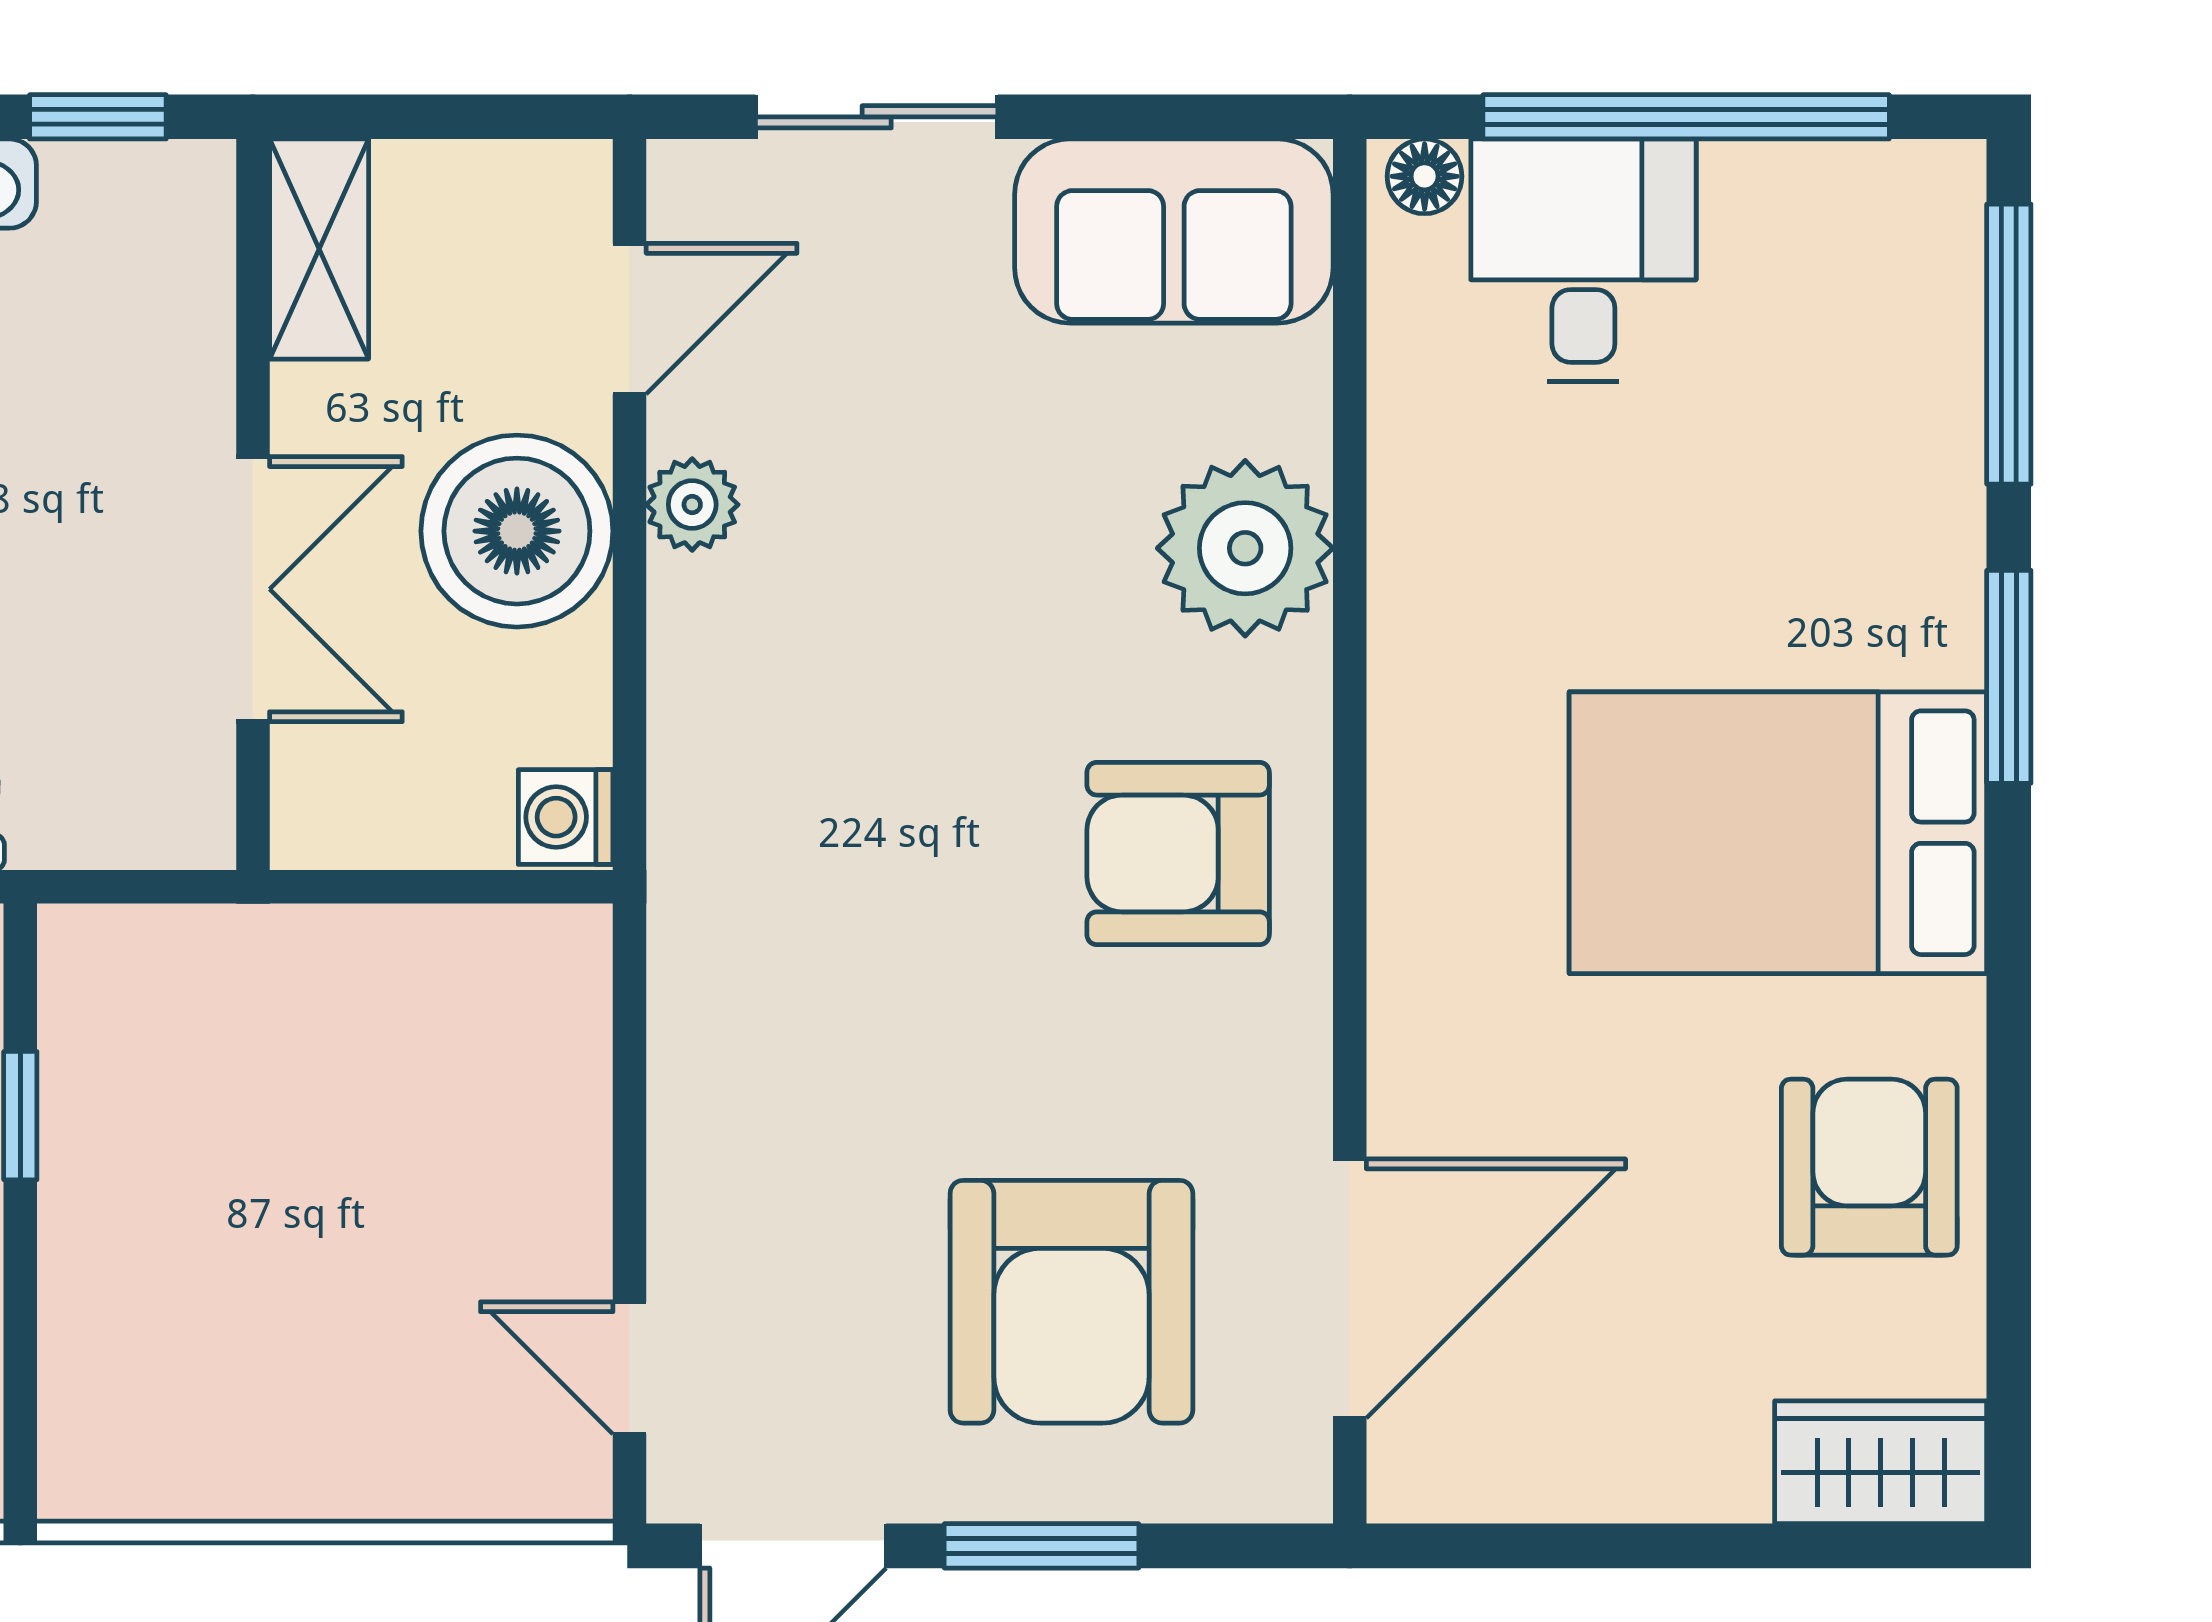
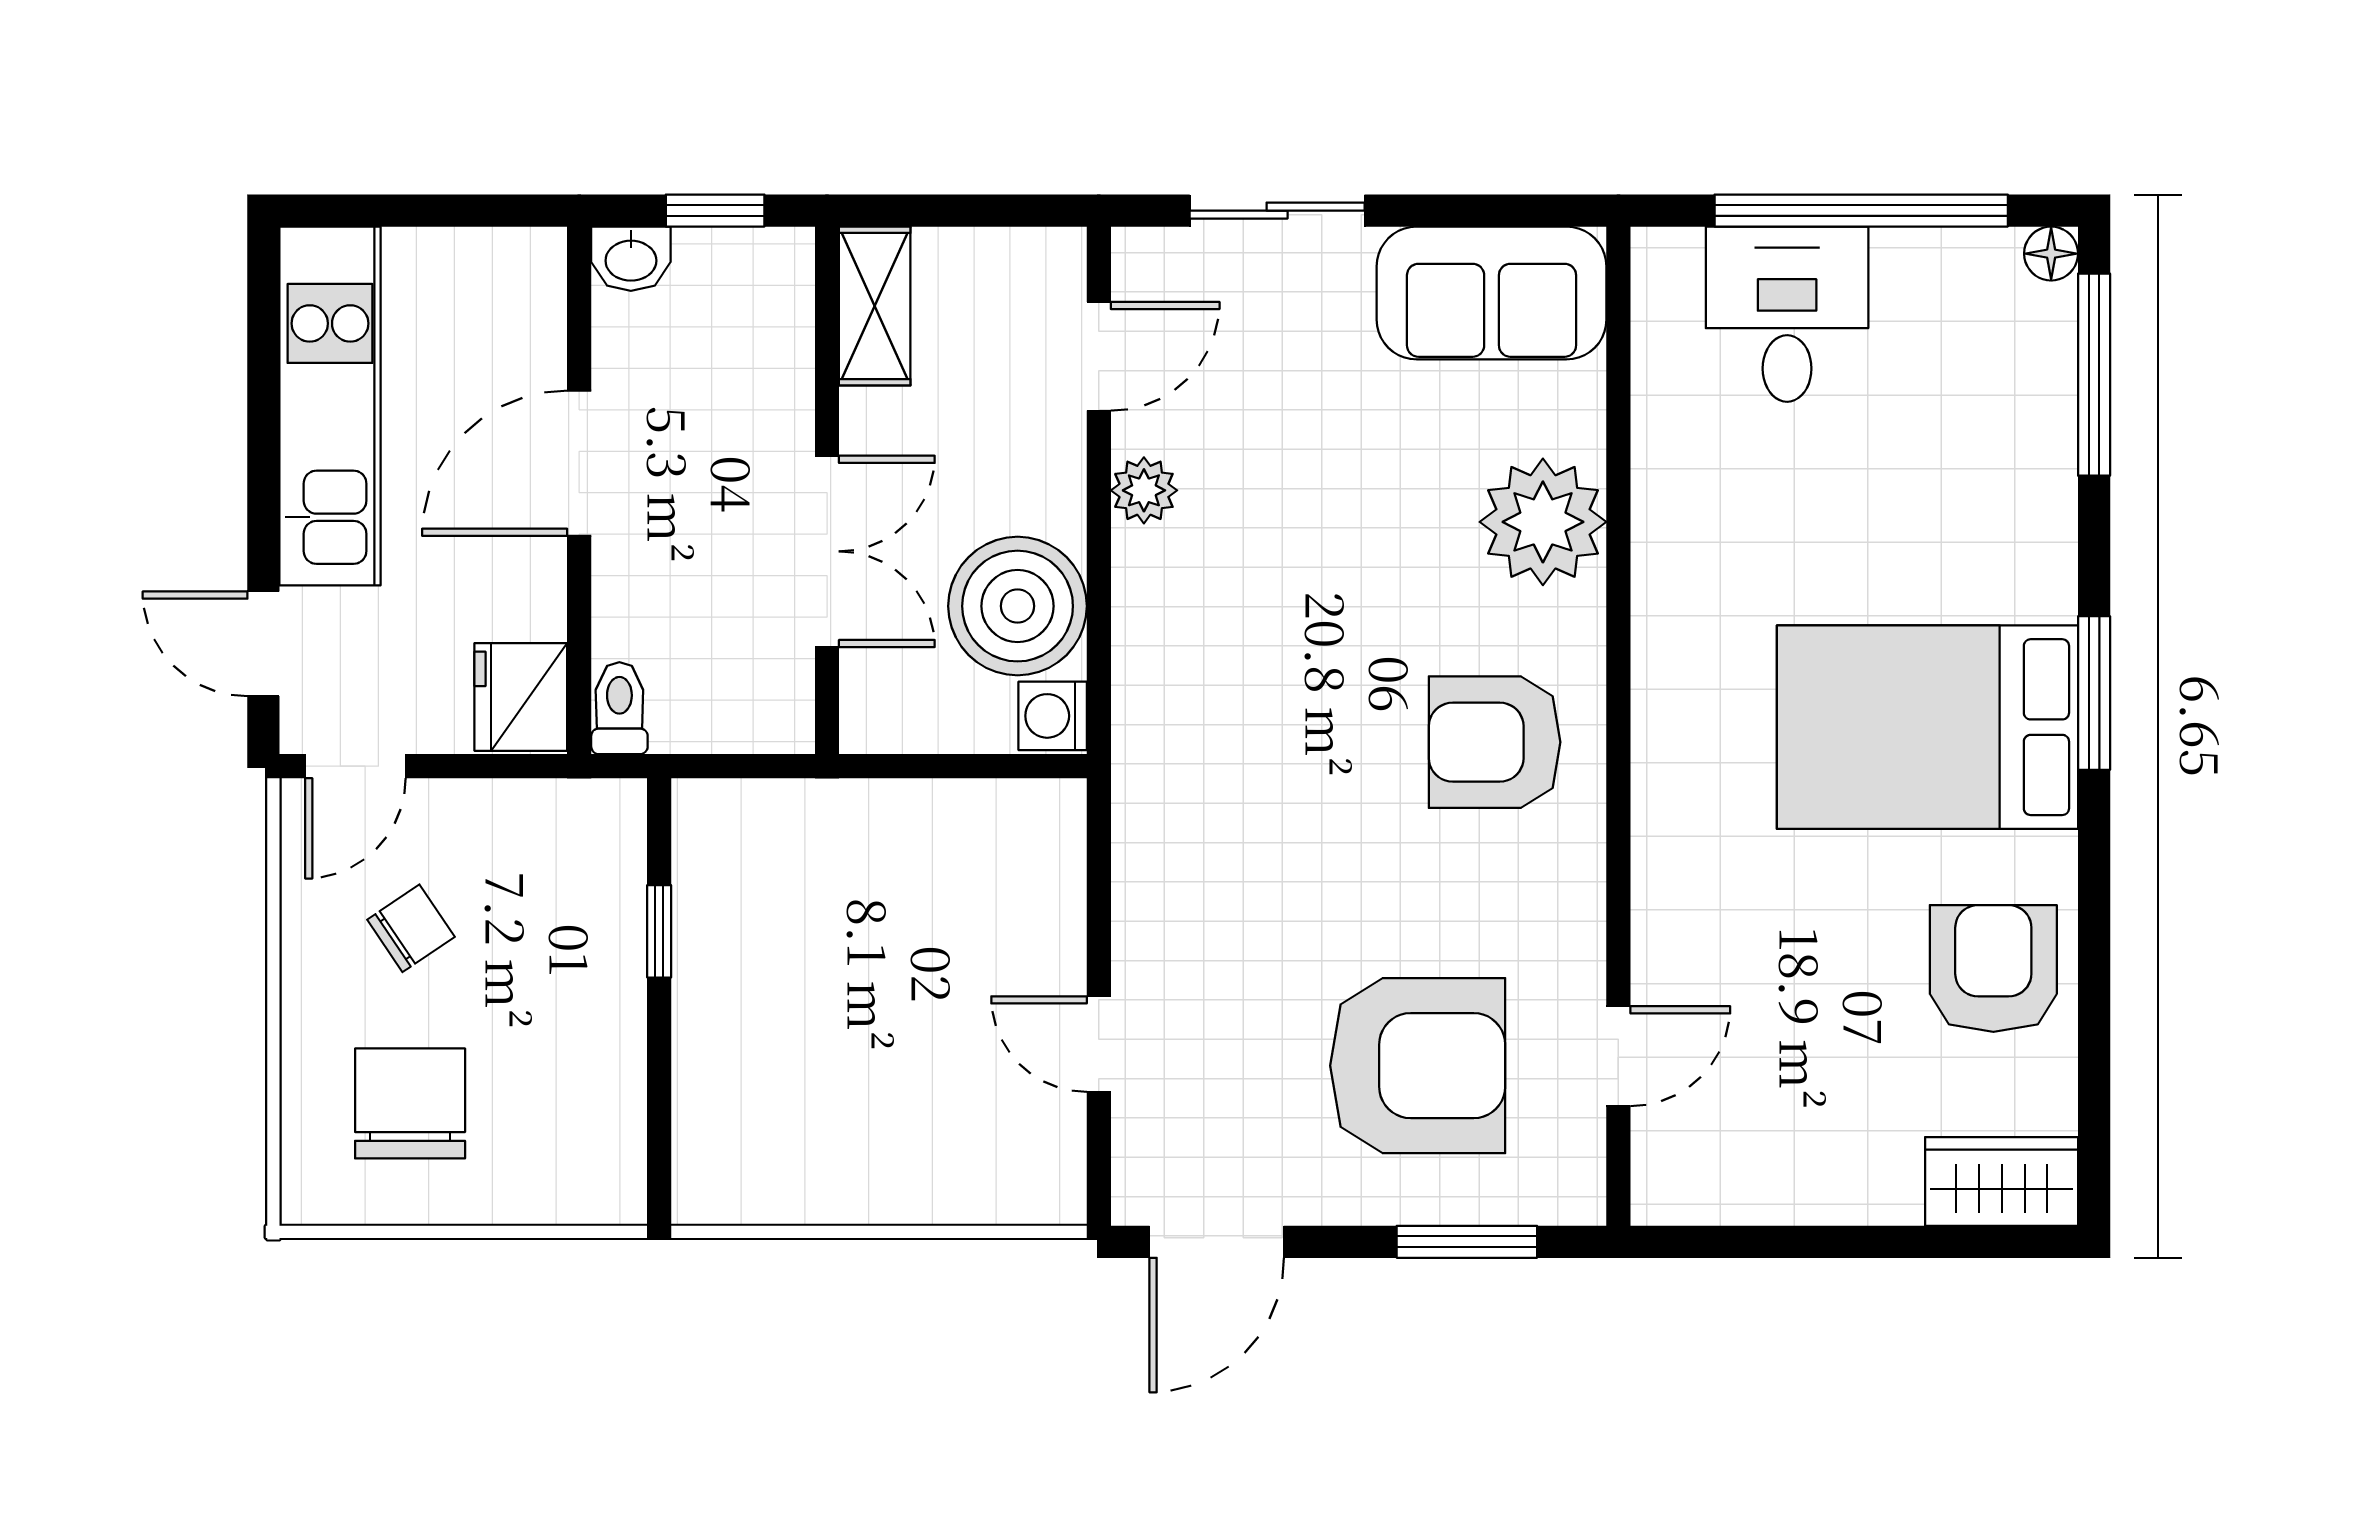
floor lamp: (1425, 176) -> (2051, 254), moved
boiler: (517, 531) -> (1018, 606), moved
window: (2009, 677) -> (2094, 693), moved
door: (1350, 1289) -> (1618, 1056), width x0.53
armchair: (1071, 1302) -> (1418, 1066), turned -90
door: (630, 1368) -> (1099, 1044), moved
window: (1042, 1546) -> (1467, 1242), moved

